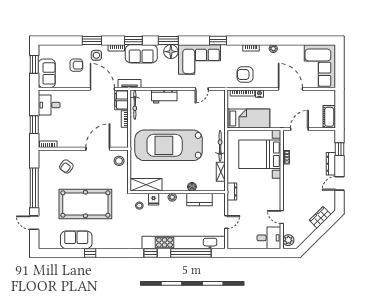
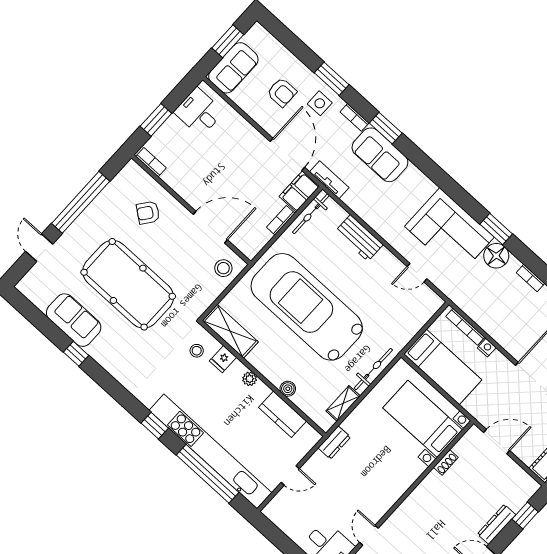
window: (168, 40) -> (431, 169), removed
floor lamp: (171, 52) -> (496, 256), moved
armchair: (245, 75) -> (491, 306), removed
bed with nightstands: (260, 154) -> (423, 419), width x0.73

